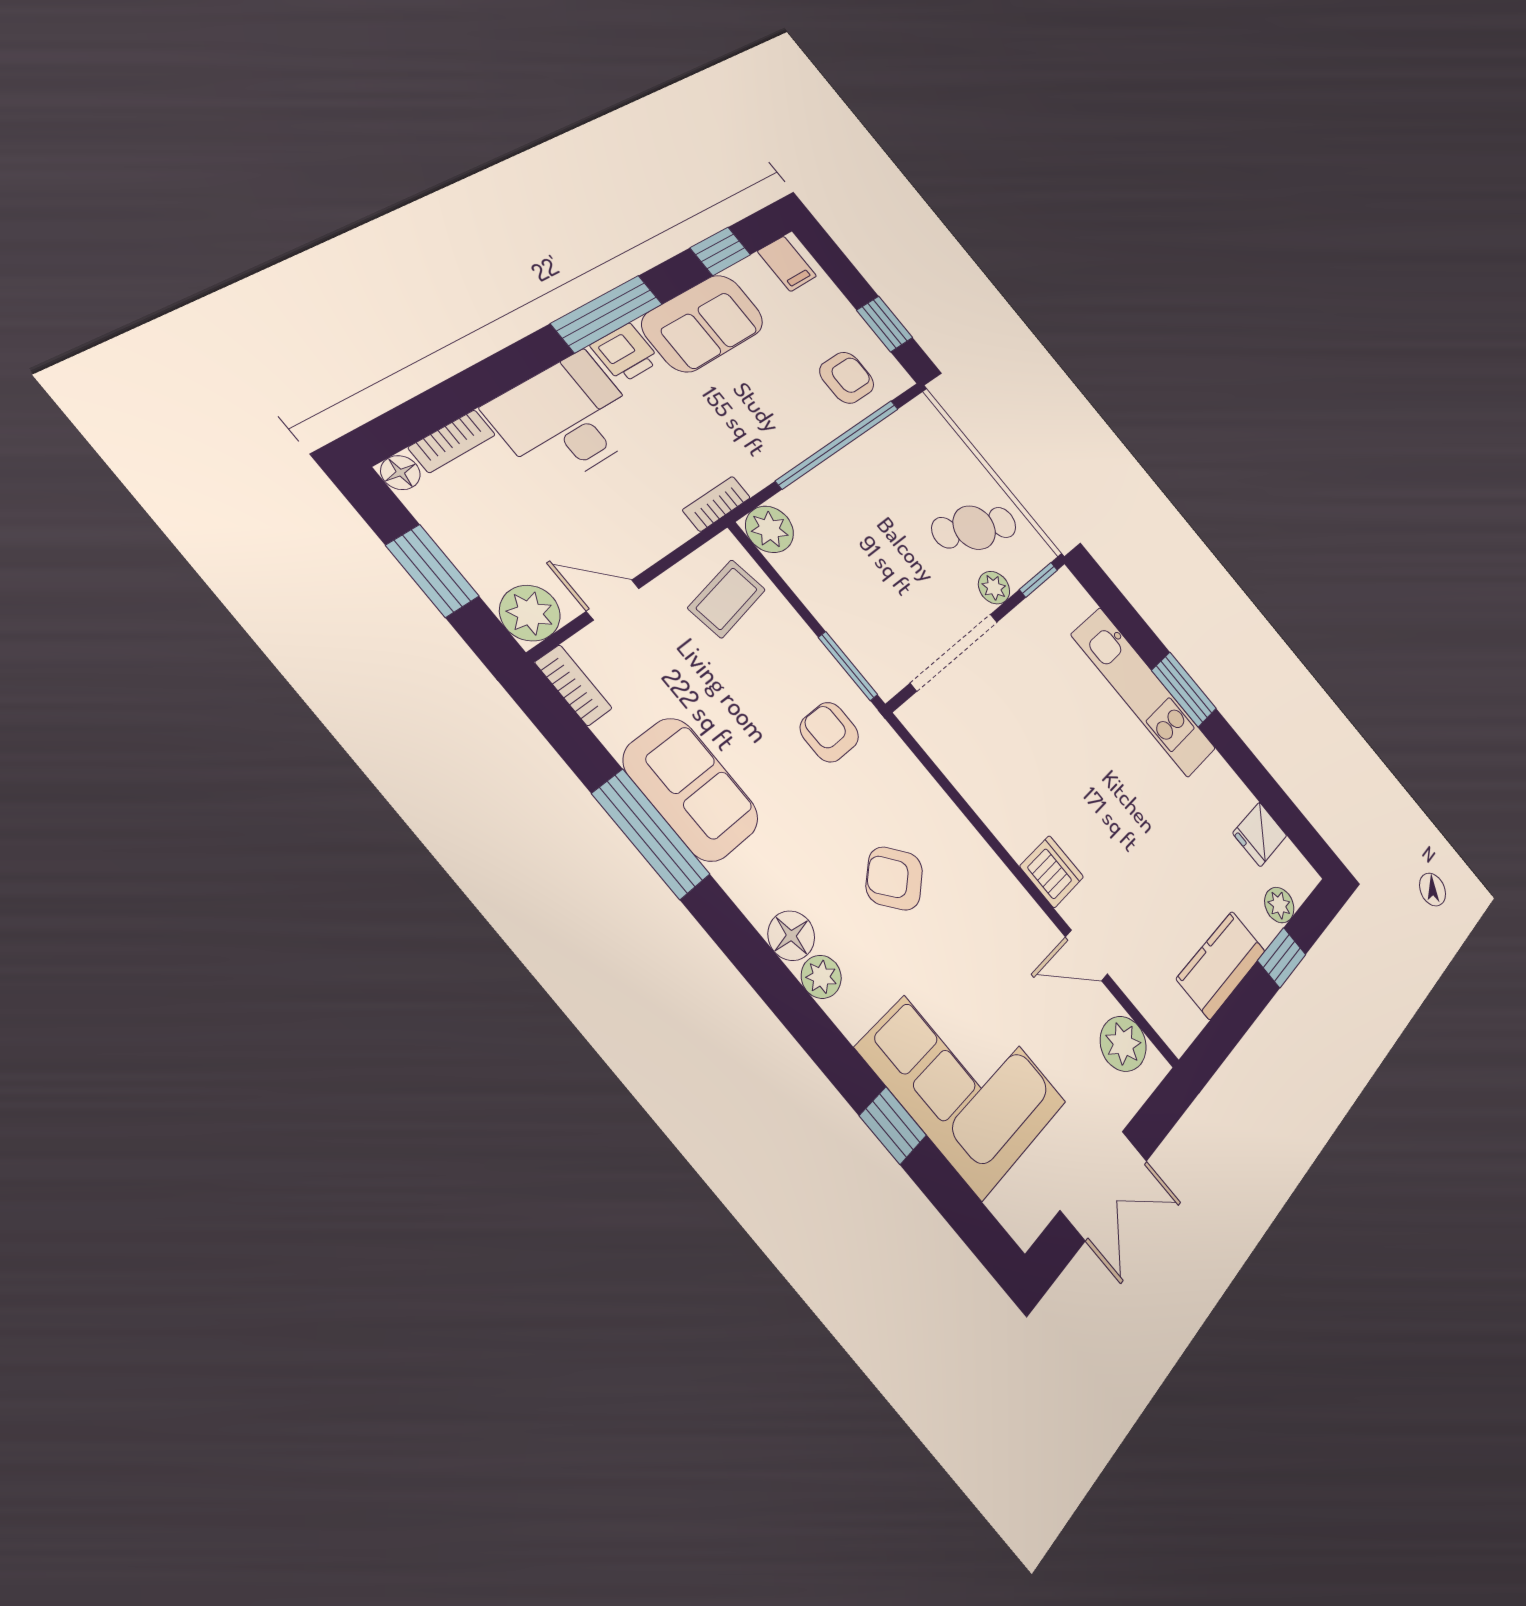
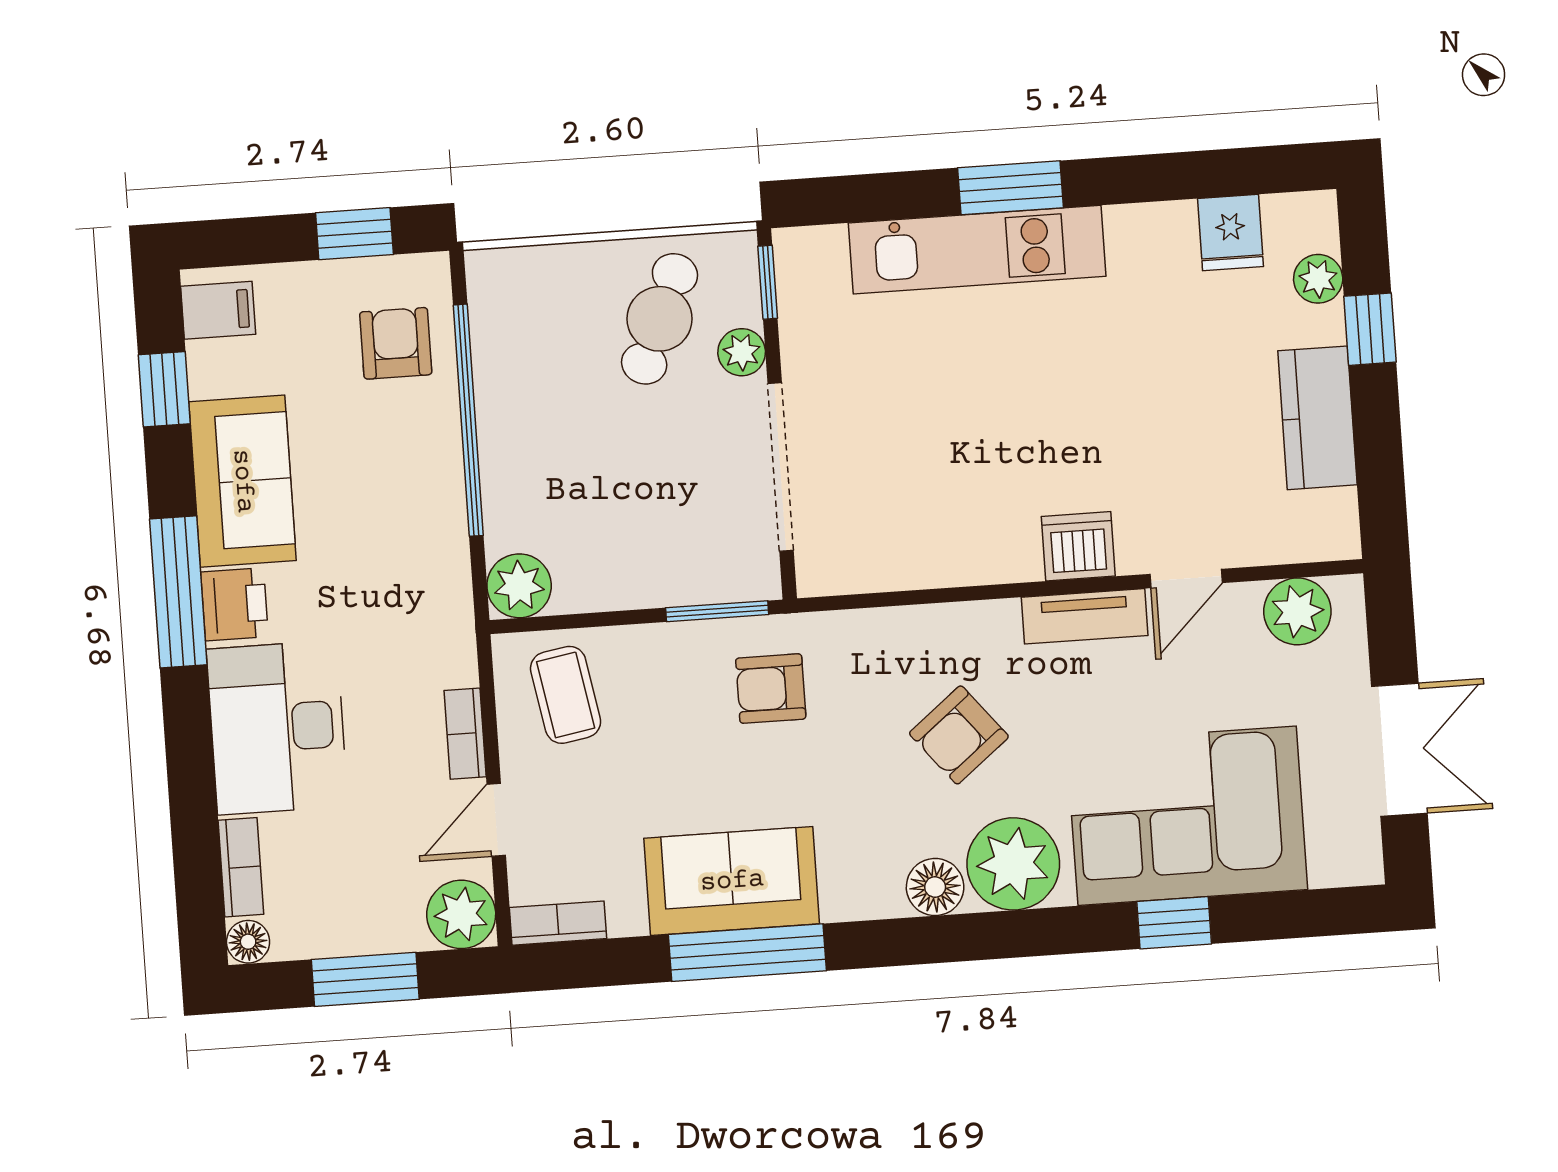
bookcase: (717, 504) -> (465, 734), moved
tv unit: (1019, 907) -> (1085, 616), added
plant: (821, 977) -> (1013, 864), width x1.88, depth x1.88

